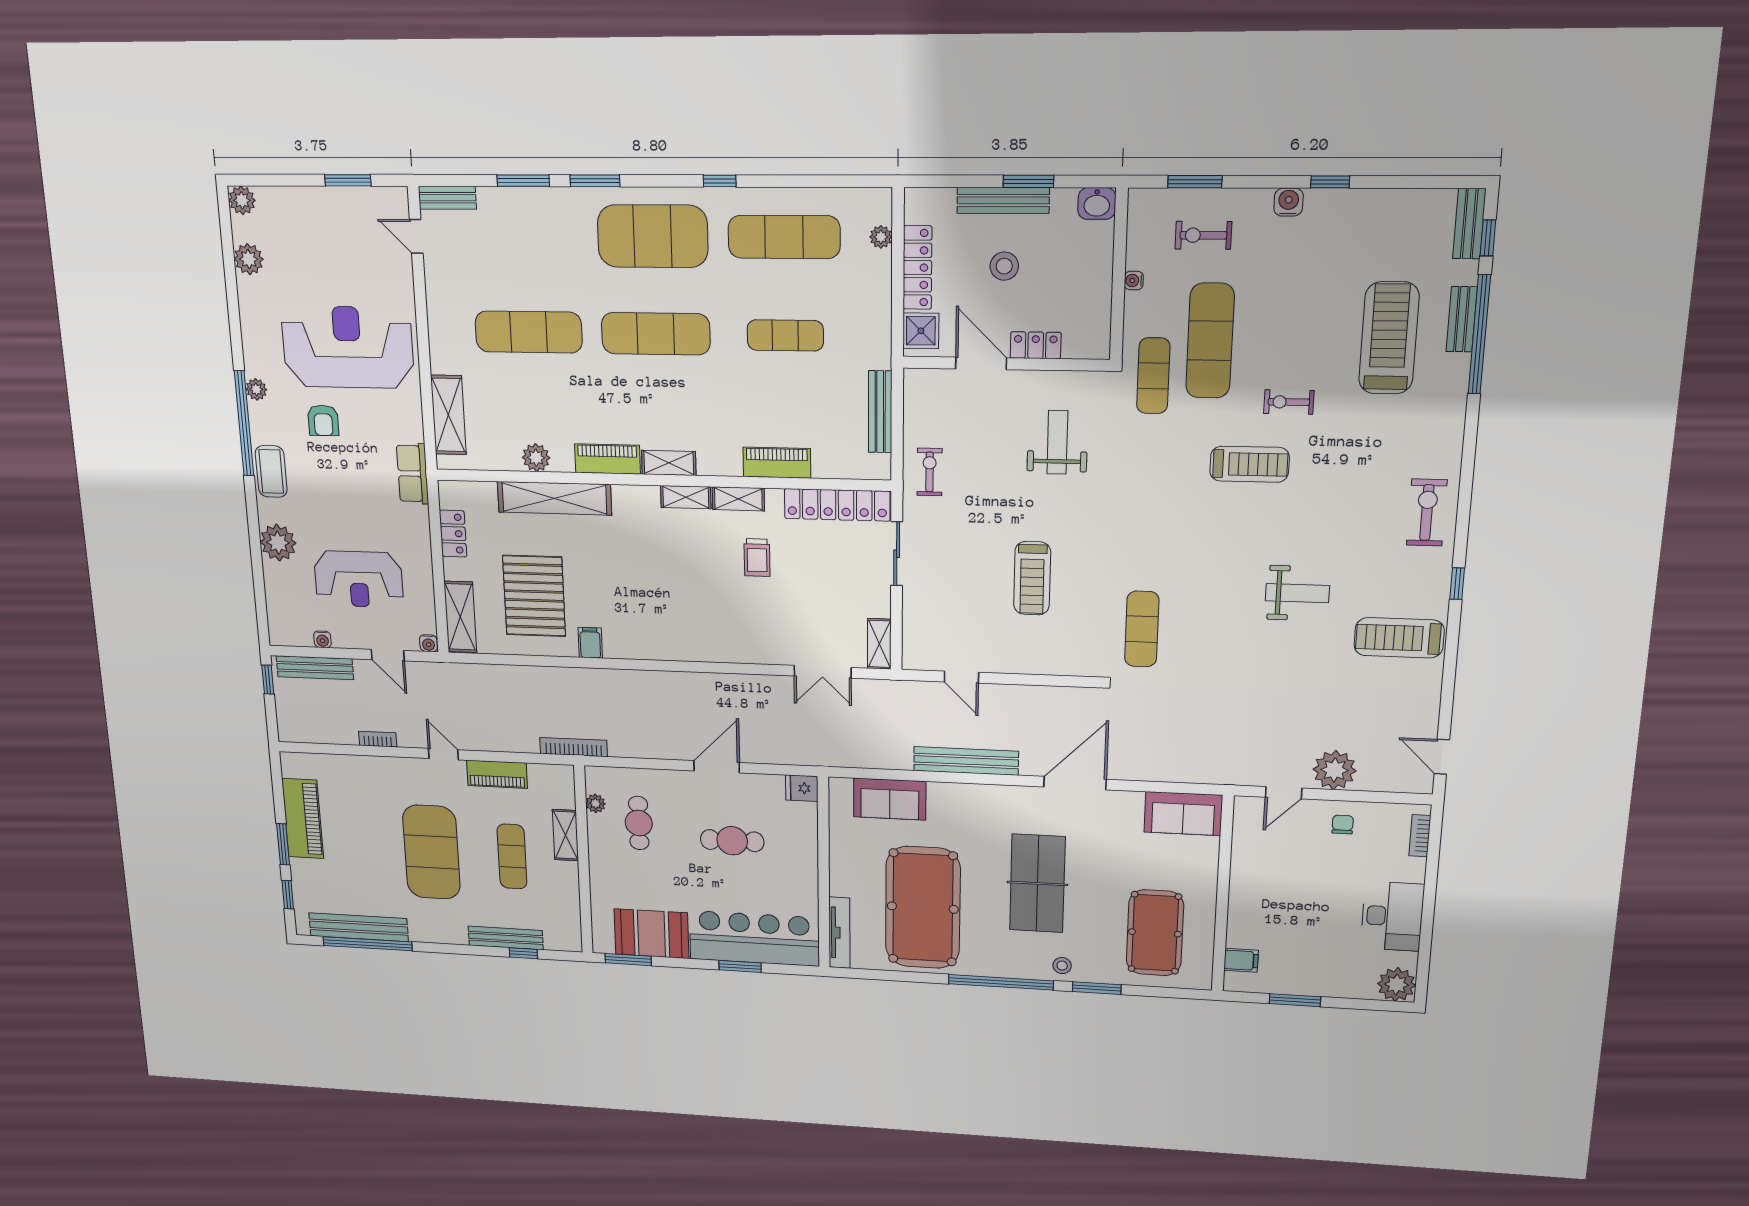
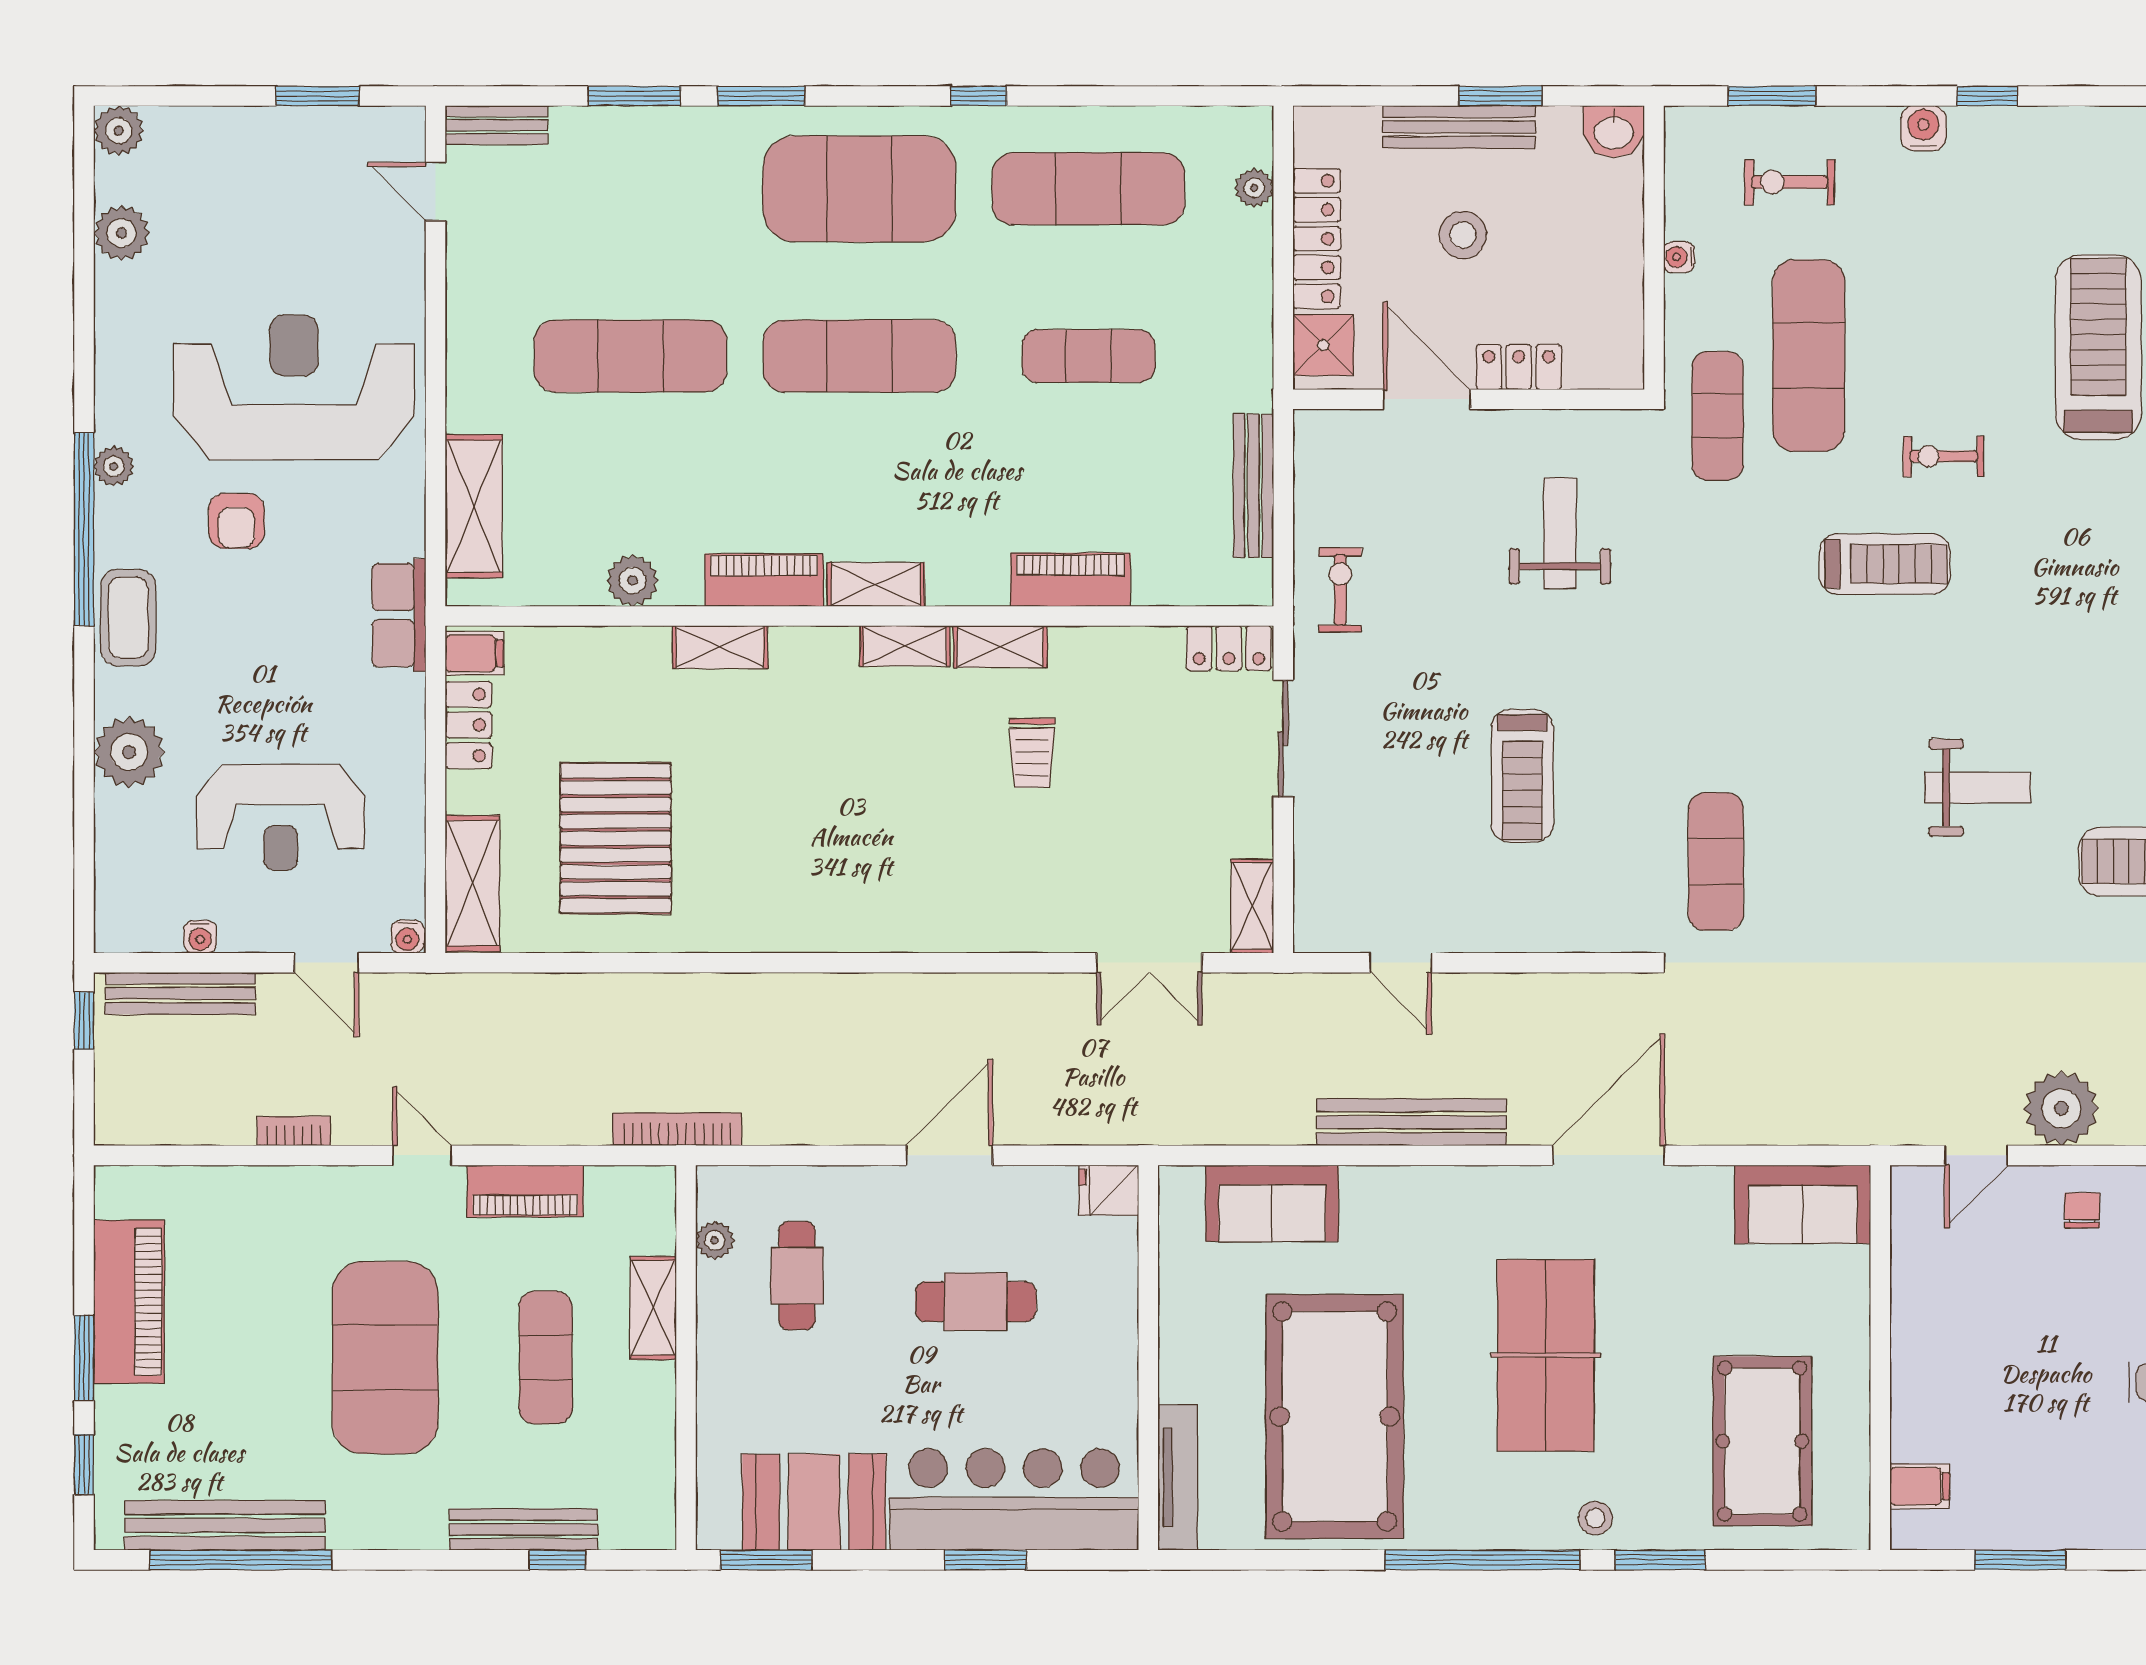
shelving: (554, 498) -> (720, 647), width x0.45, depth x0.75
locker: (837, 505) -> (1229, 648), width x0.46, depth x0.83
filing cabinet: (590, 643) -> (474, 653), moved, turned 90

